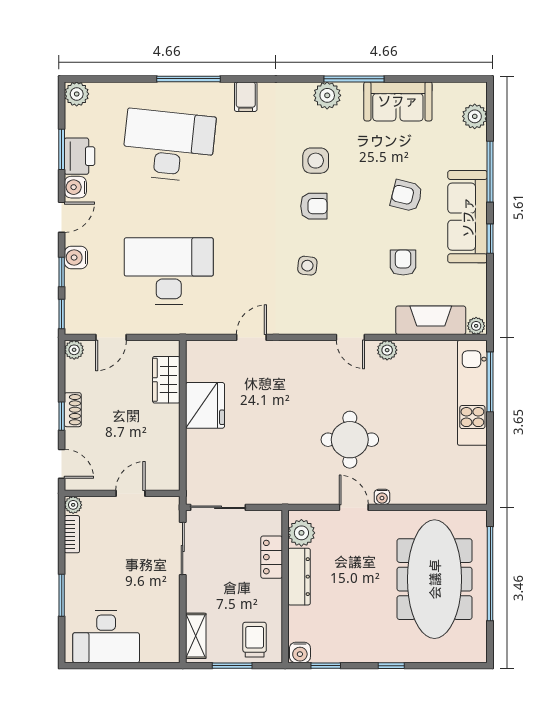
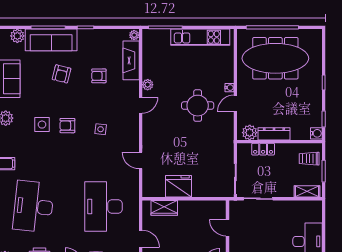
armchair: (314, 206) -> (67, 126), turned -90
sofa: (468, 217) -> (51, 40), moved
kitchen unit: (472, 393) -> (200, 37), moved

